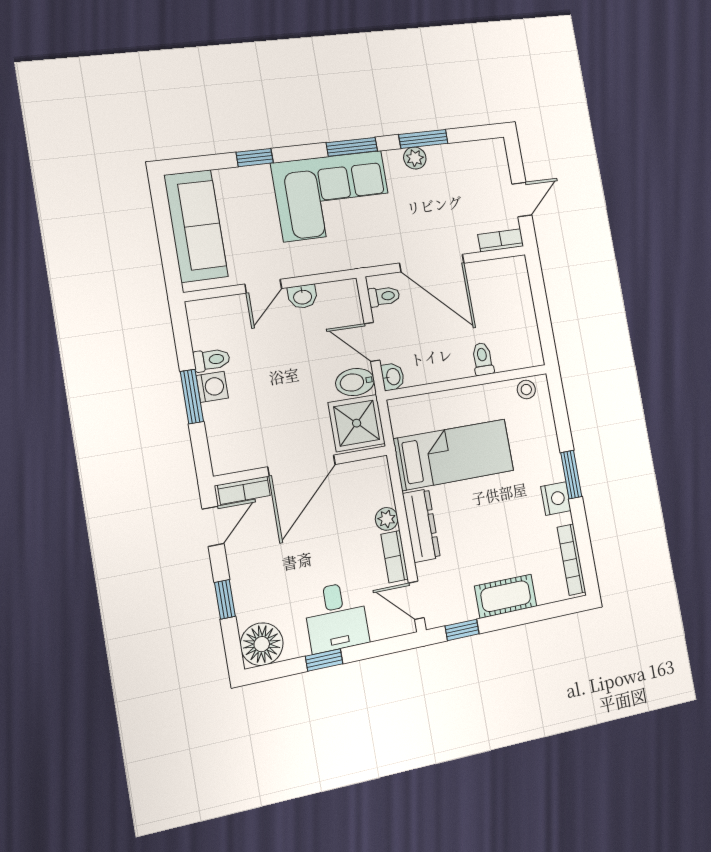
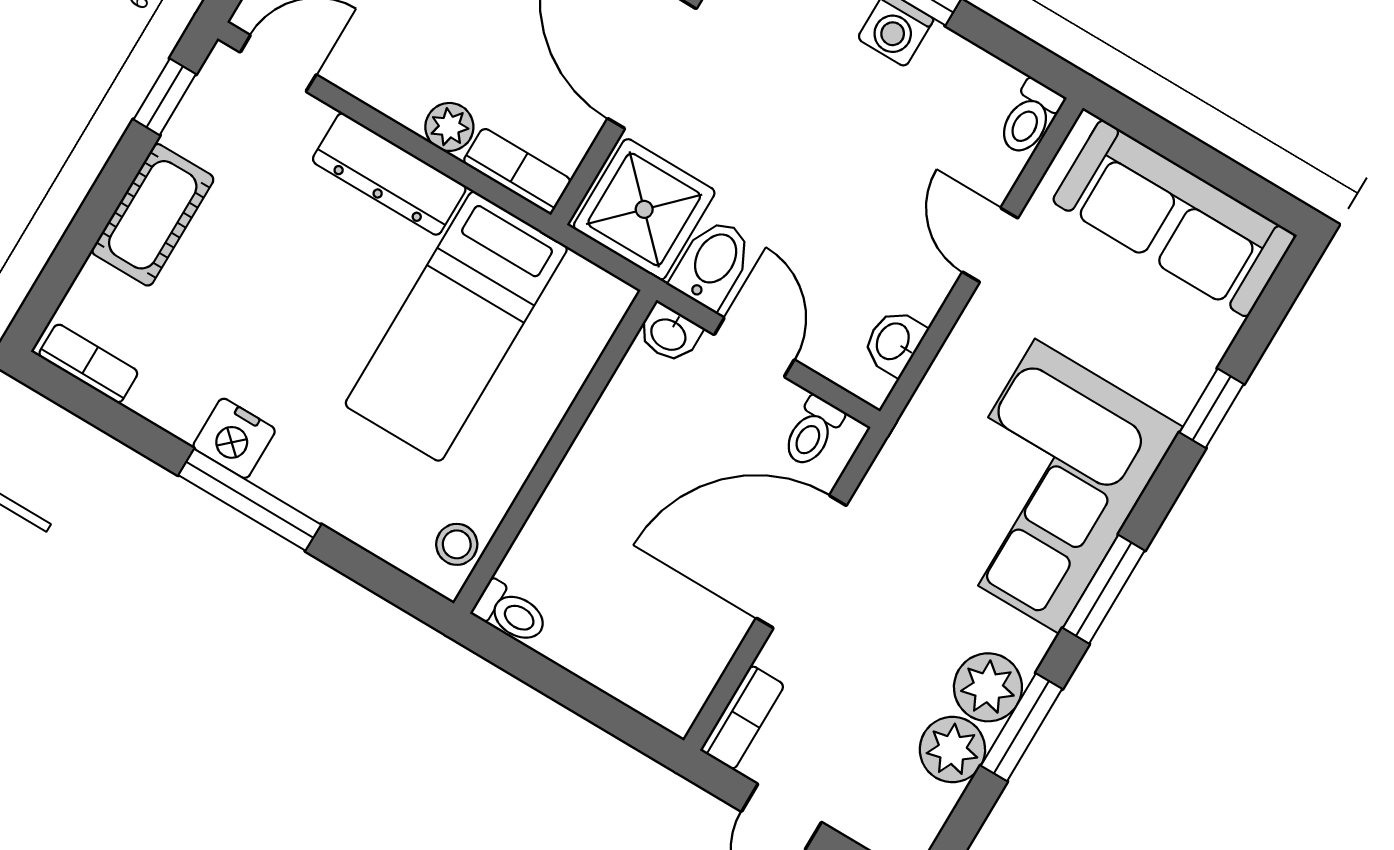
plant: (451, 157) -> (952, 749), added
plant: (415, 158) -> (988, 687), width x1.38, depth x1.38
washbasin: (302, 296) -> (894, 342), moved
door: (372, 342) -> (754, 347), hinge flipped
toilet: (483, 359) -> (511, 613), moved
toilet: (212, 360) -> (1030, 118), moved
window: (571, 475) -> (250, 500), width x1.44
bookcase: (395, 557) -> (517, 171), moved
bookcase: (571, 560) -> (88, 364), width x0.64

